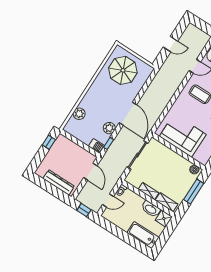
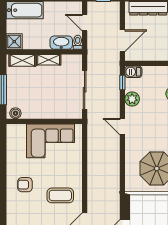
door: (128, 114) -> (122, 127), width x0.53
door: (90, 172) -> (122, 41), swing flipped
door: (108, 200) -> (85, 23), hinge flipped
washbasin: (151, 209) -> (61, 43), moved

